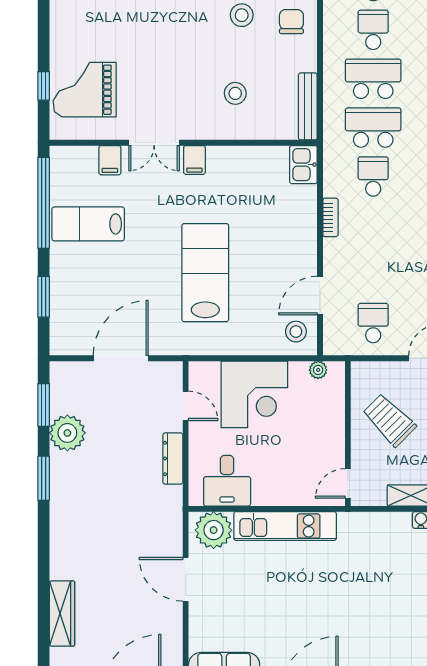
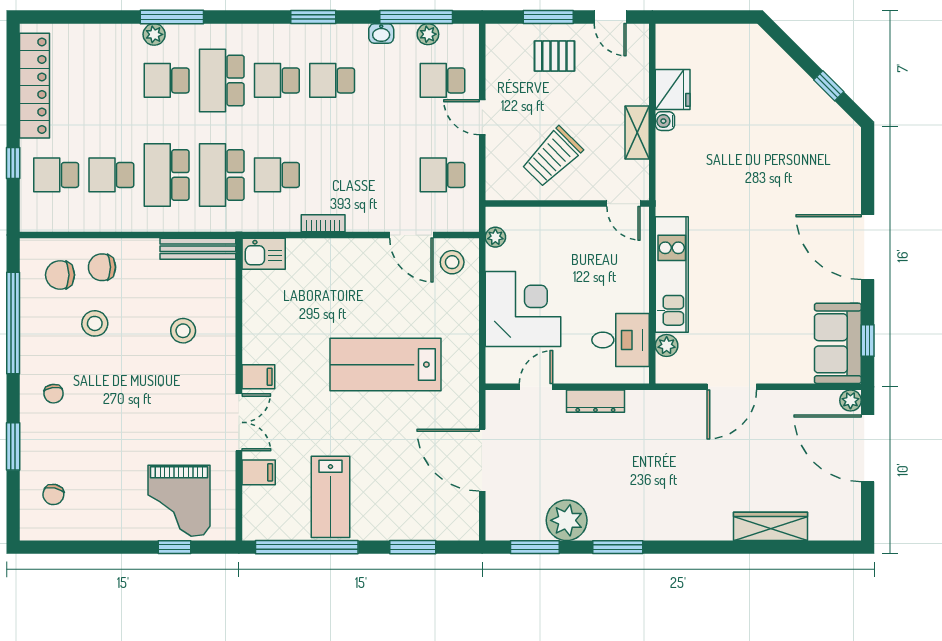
plant: (214, 530) -> (667, 345), width x0.53, depth x0.53

